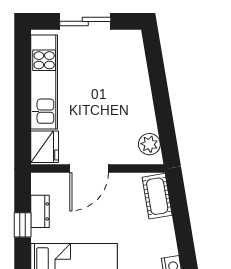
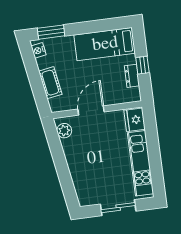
door: (89, 168) -> (91, 110), moved
cot: (157, 196) -> (50, 83), moved

